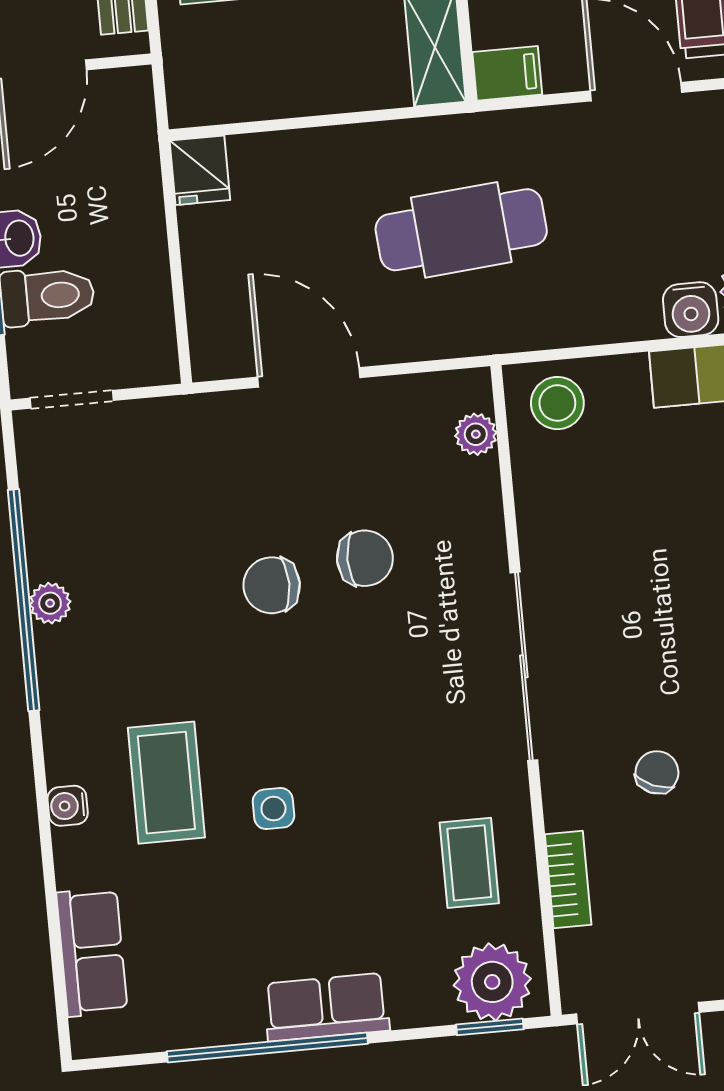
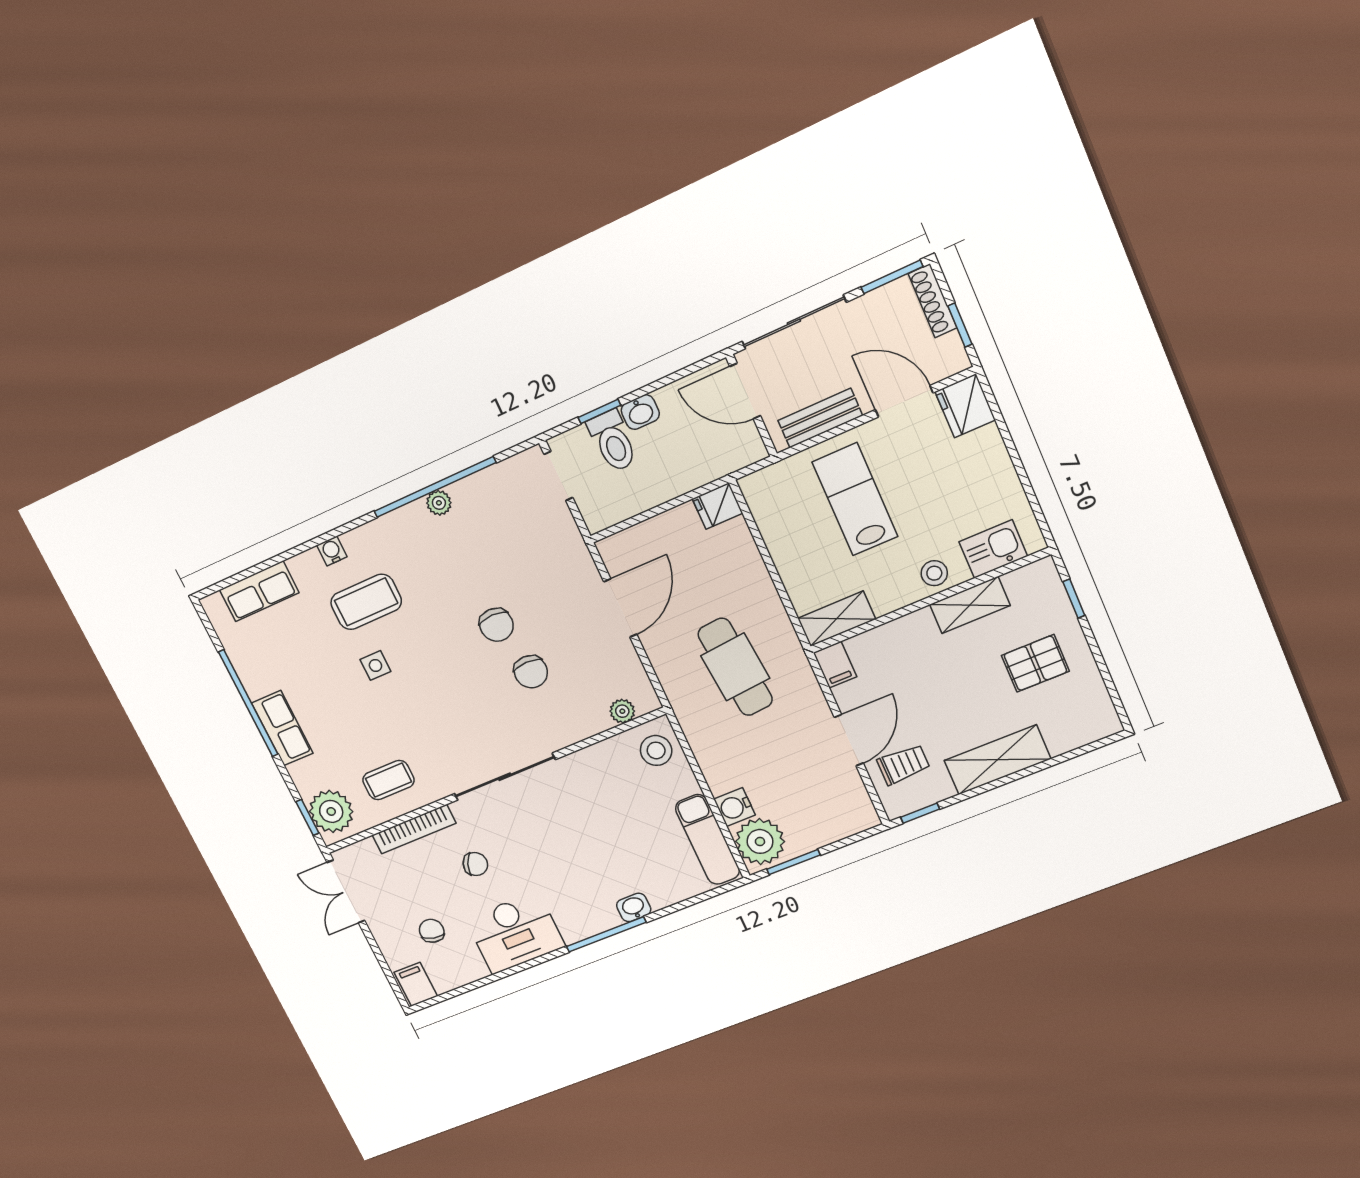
chair: (272, 585) -> (496, 625), turned 180
bookcase: (568, 879) -> (414, 829), width x1.56

